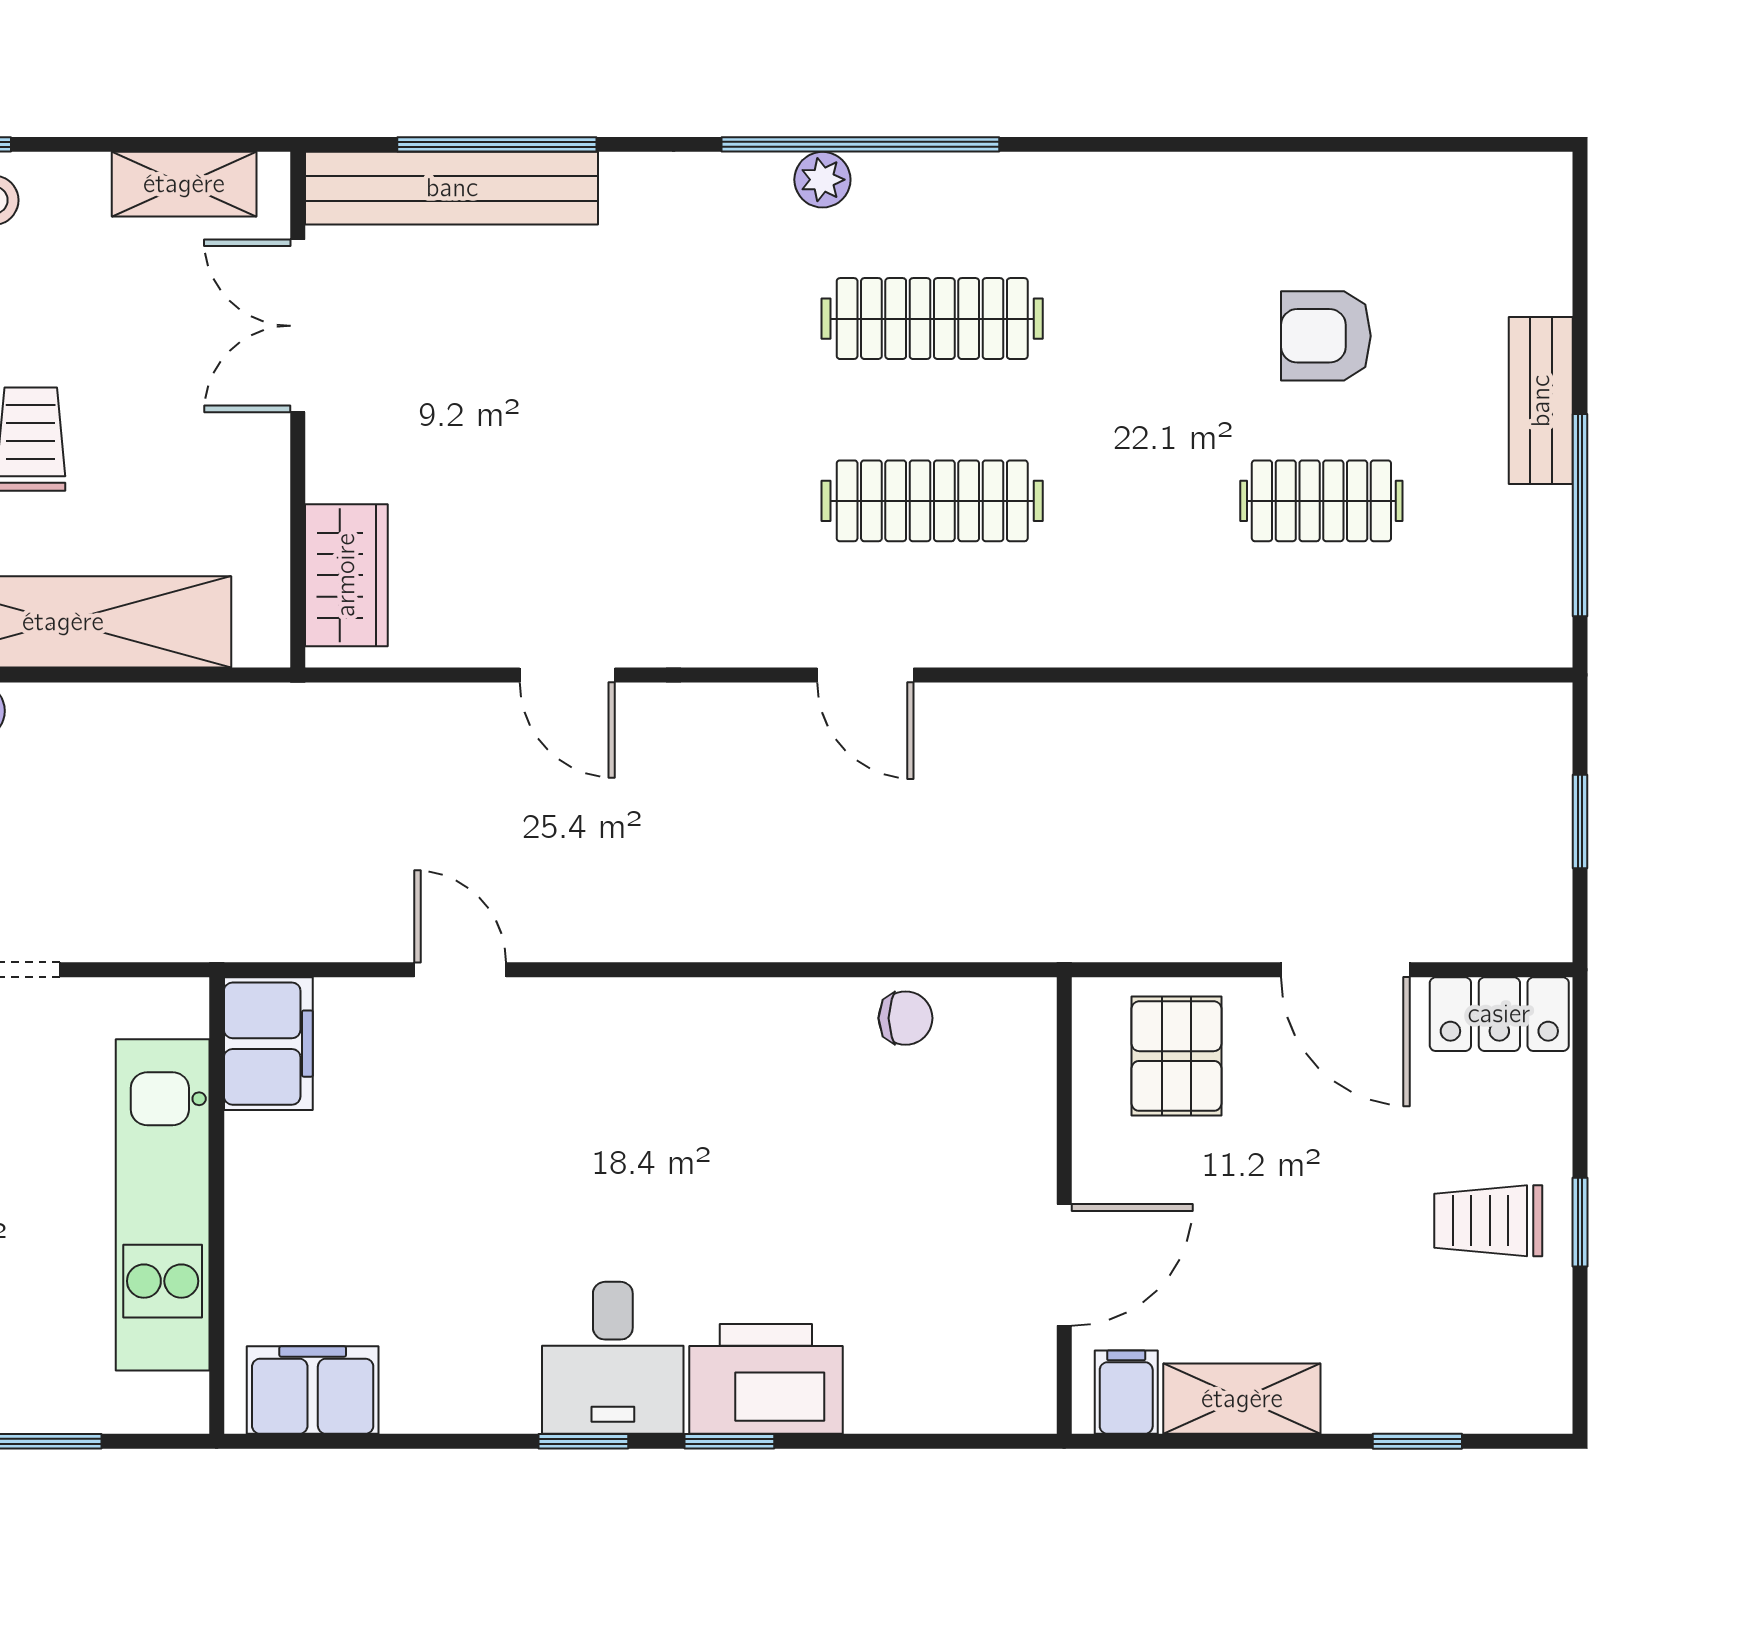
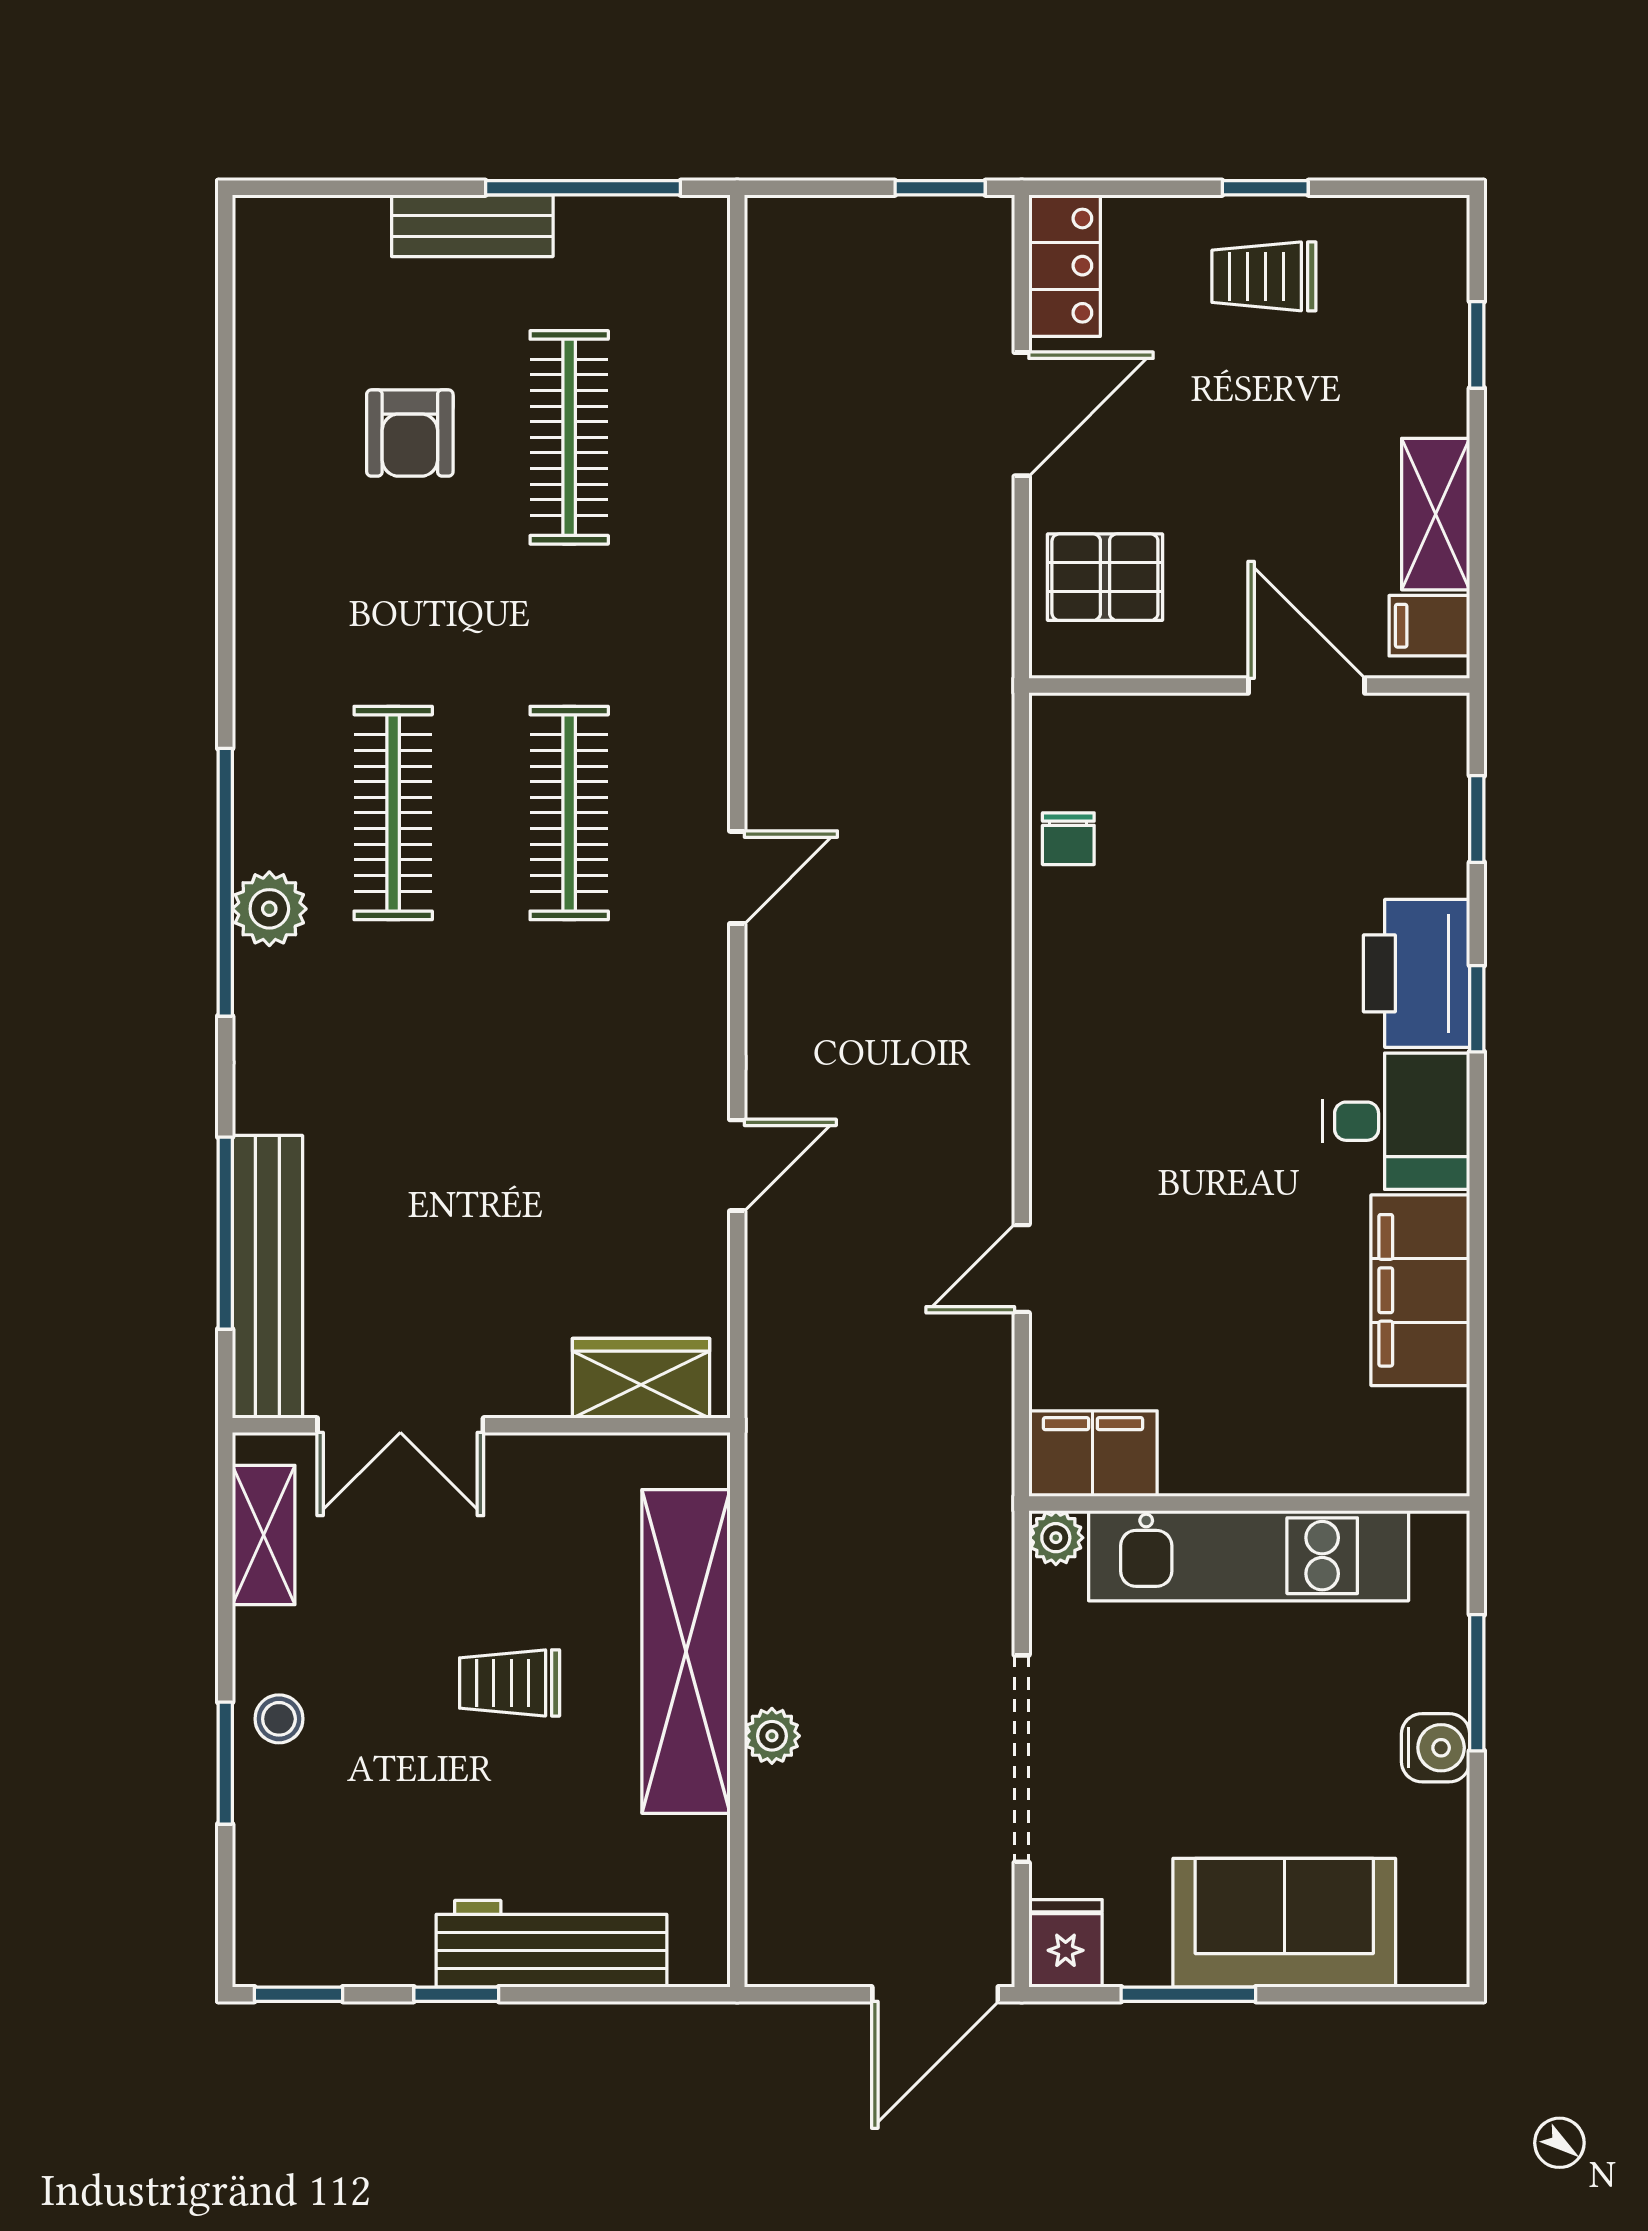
plant: (822, 180) -> (269, 909), width x1.38, depth x1.38
clothes rail: (1321, 501) -> (569, 437), width x1.36
window: (1580, 821) -> (940, 188), moved
plant: (181, 1005) -> (1056, 1538), added
chair: (905, 1018) -> (1068, 839), turned 180
trolley: (1488, 1221) -> (1264, 276), turned 90
filing cabinet: (313, 1390) -> (1420, 1290), moved, width x1.50, depth x1.17
window: (583, 1441) -> (1477, 819), moved

